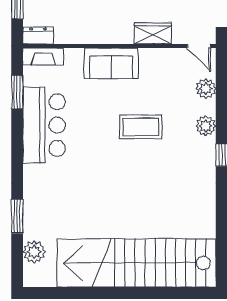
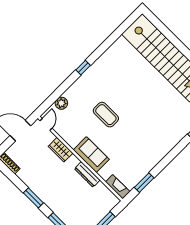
dresser: (38, 36) -> (87, 174), moved, width x1.44
bar counter: (44, 125) -> (147, 157), removed
plant: (206, 126) -> (77, 87), removed

